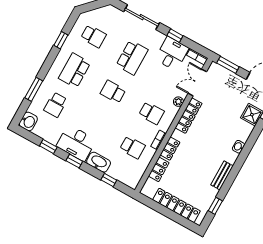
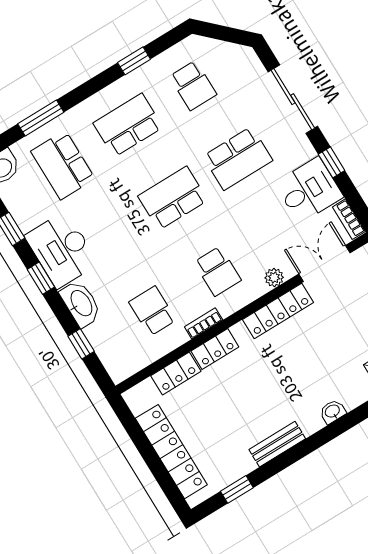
school desk: (113, 92) -> (173, 198), width x1.85
school desk: (56, 105) -> (63, 165), width x1.85
school desk: (132, 147) -> (152, 311), turned 180

